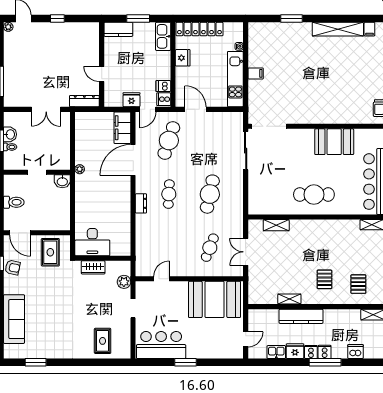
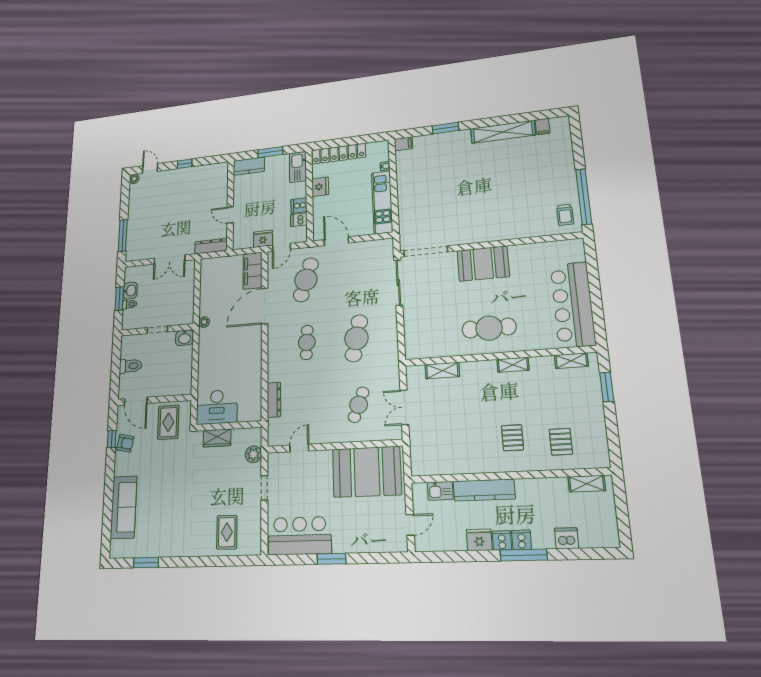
filing cabinet: (256, 73) -> (403, 144), moved
cooker: (164, 99) -> (299, 206), moved
booth: (334, 142) -> (483, 264), moved
dresser: (141, 203) -> (274, 400), moved, width x1.44
shelving: (289, 299) -> (513, 365), moved
kitchen sink: (276, 352) -> (440, 491), moved, turned 180

